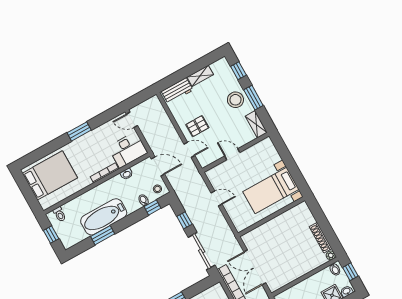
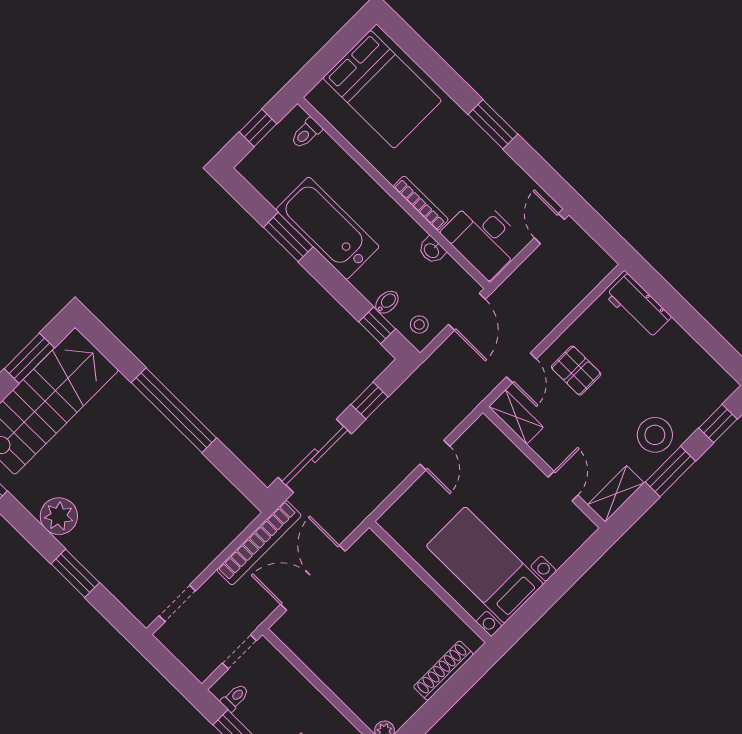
shelving: (200, 76) -> (516, 417), moved
door: (232, 154) -> (563, 486), moved
shoe rack: (321, 238) -> (443, 671), moved

